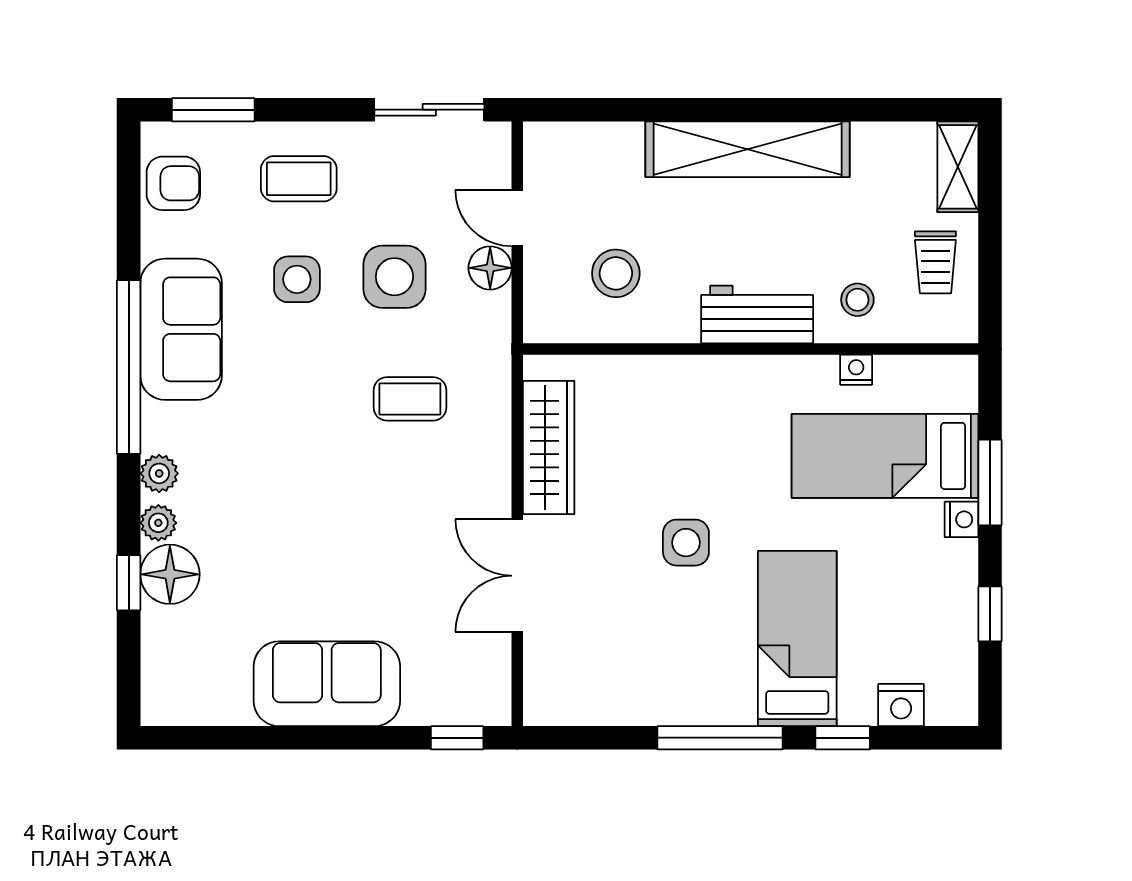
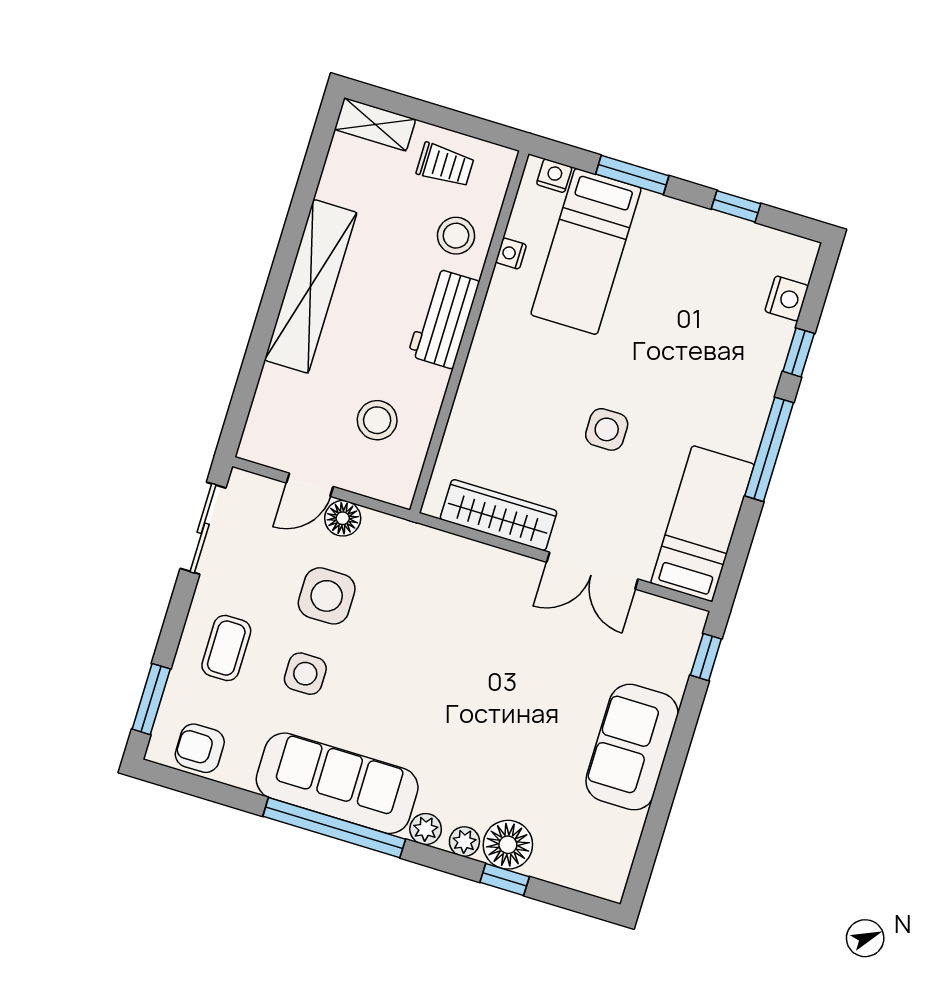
armchair: (173, 183) -> (200, 748), turned -90
stool: (857, 300) -> (456, 236), width x1.37, depth x1.37
sofa: (181, 329) -> (337, 783), width x1.36
coffee table: (410, 399) -> (427, 613), removed
nightstand: (962, 519) -> (554, 176), moved
bed: (797, 638) -> (702, 524), moved, turned 90

